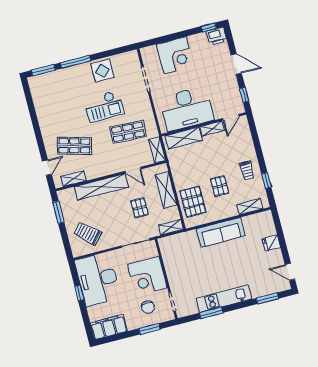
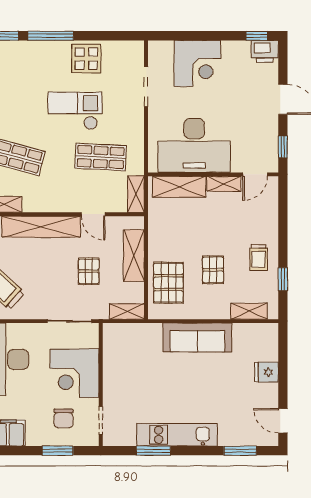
checkout: (104, 106) -> (75, 111), turned 180

